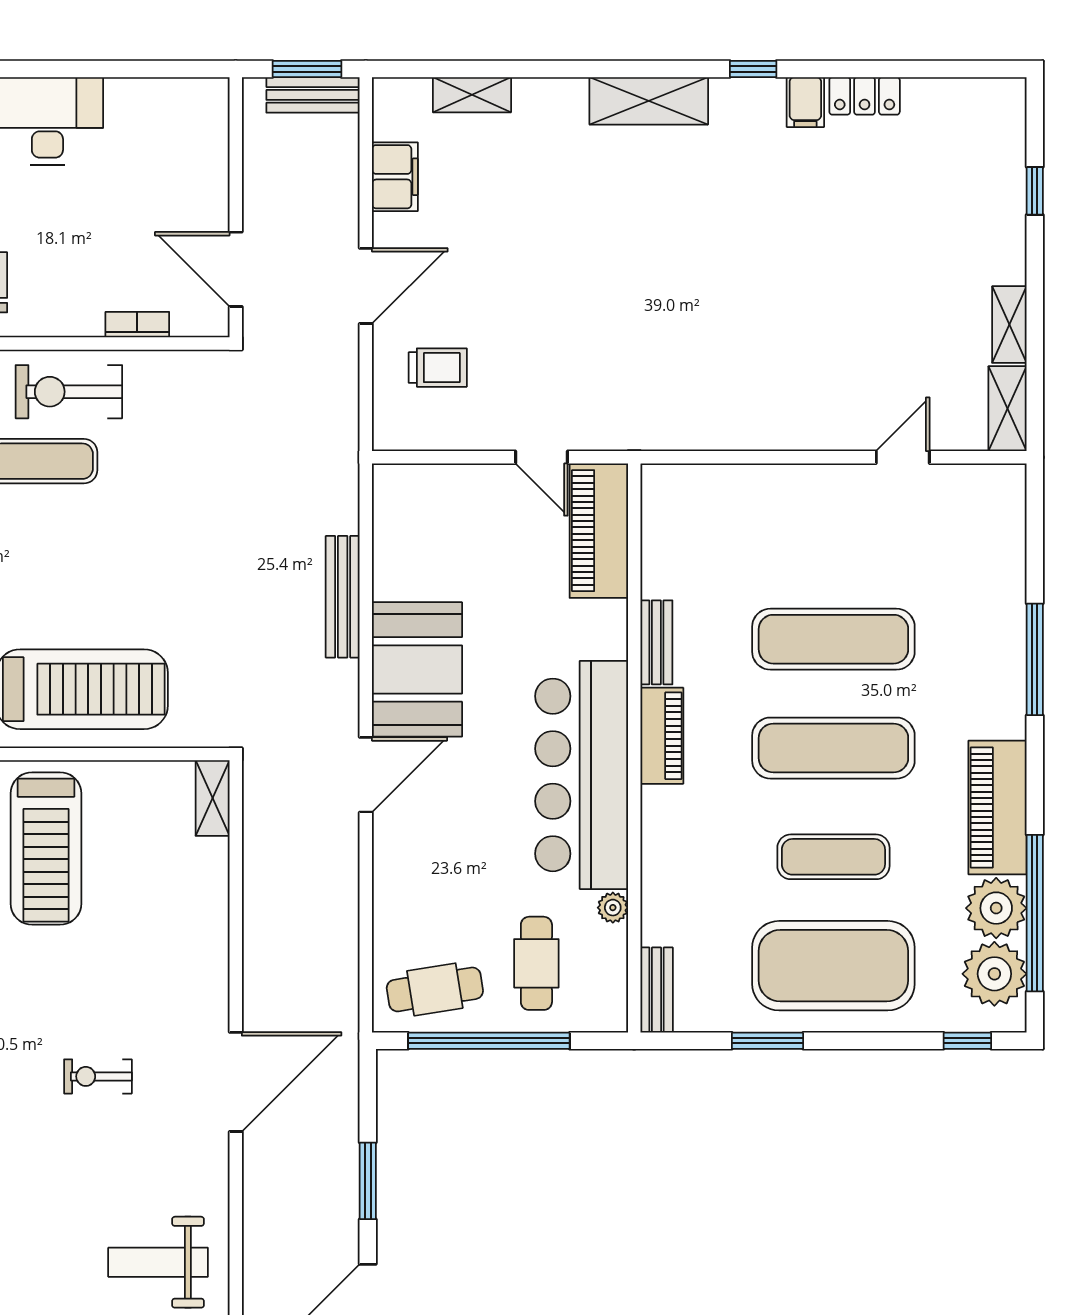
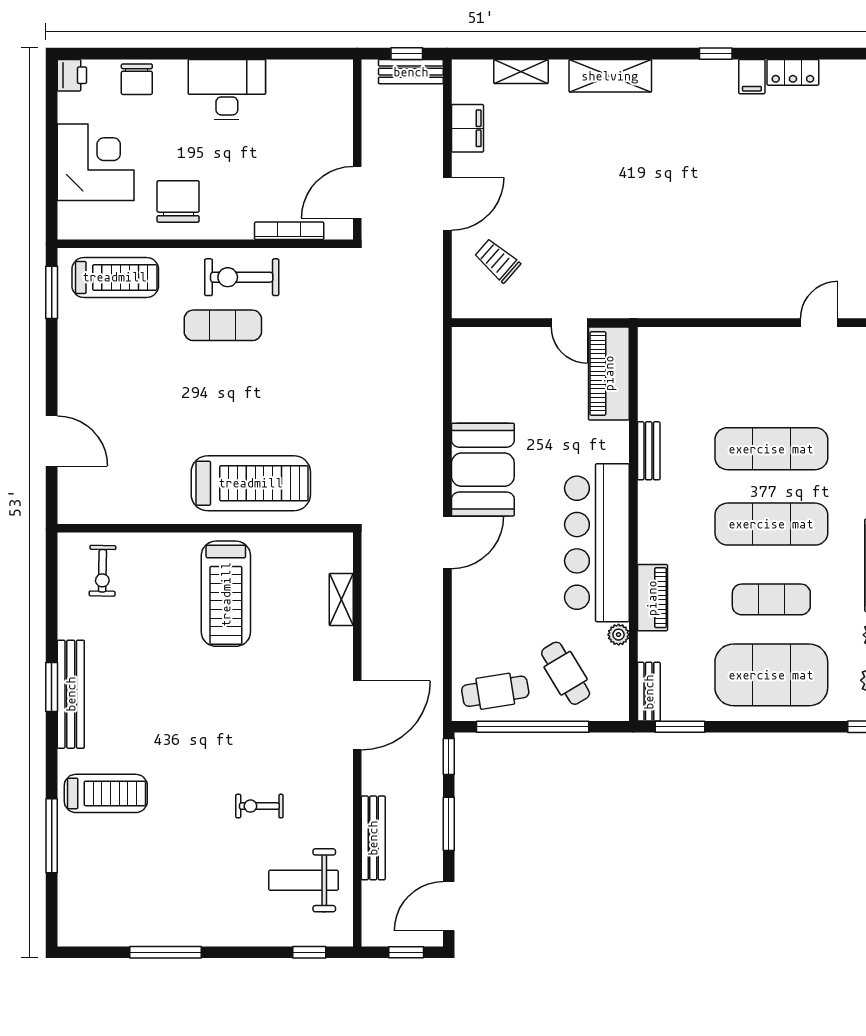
window: (307, 69) -> (407, 54), width x0.67
shelving: (649, 101) -> (610, 76), moved
door: (236, 269) -> (357, 192), hinge flipped
bookcase: (137, 325) -> (289, 231), width x1.56
trolley: (438, 368) -> (497, 261), turned -139
bench: (343, 597) -> (373, 838), moved
piano: (662, 736) -> (652, 598), moved
shelving: (213, 798) -> (341, 600), moved
cafe table: (536, 963) -> (566, 673), turned -31
window: (767, 1041) -> (680, 727), moved
exercise bike: (98, 1076) -> (259, 806), moved
door: (236, 1082) -> (357, 715), moved
window: (368, 1084) -> (449, 756), added

